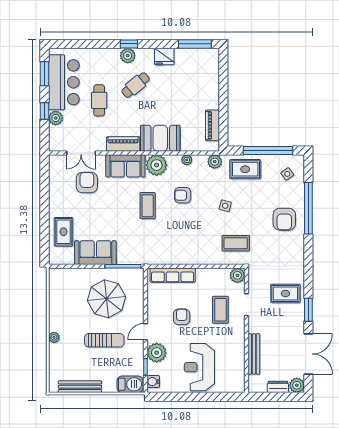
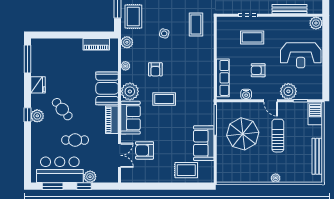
plant: (237, 275) -> (316, 23), moved
water cooler: (153, 382) -> (246, 94), moved

